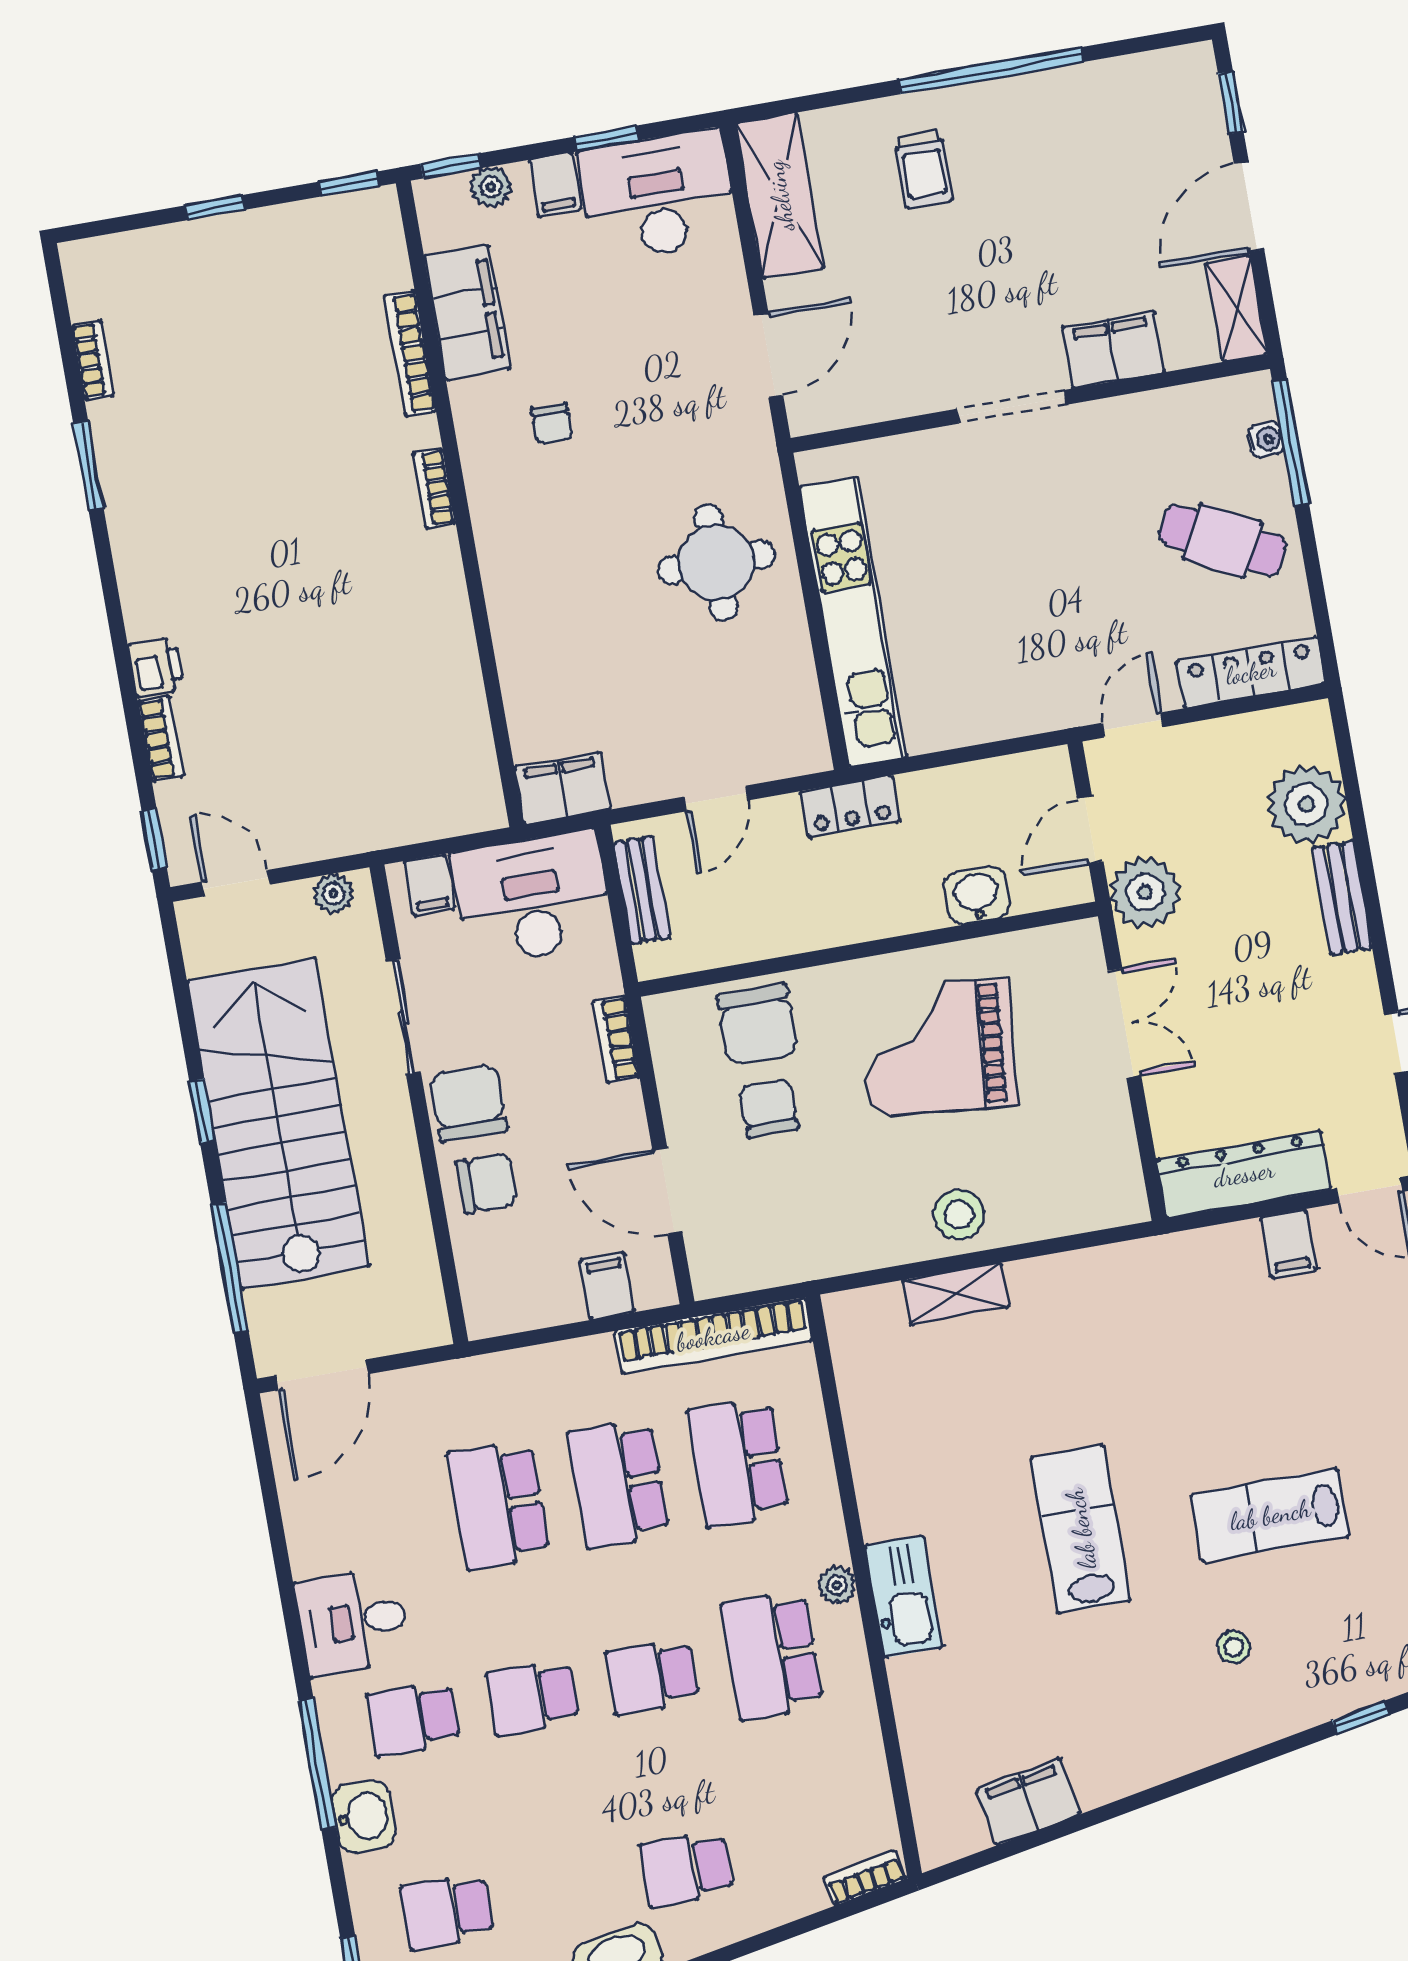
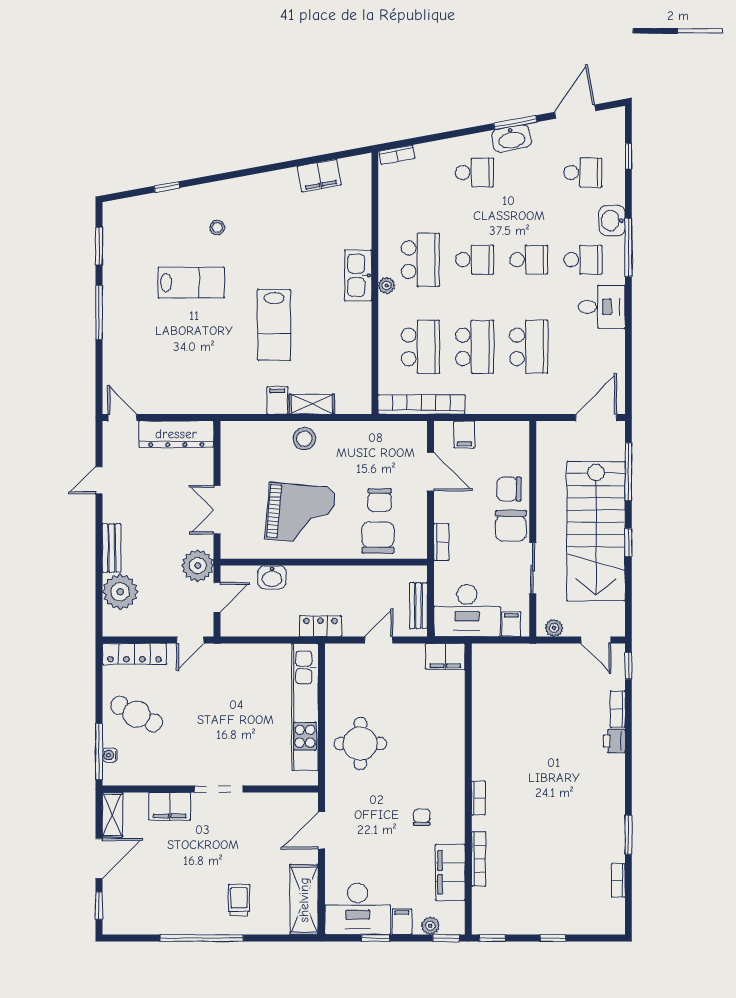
filing cabinet: (1289, 1243) -> (277, 400), moved
lab bench: (1081, 1529) -> (274, 325), moved

